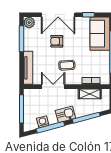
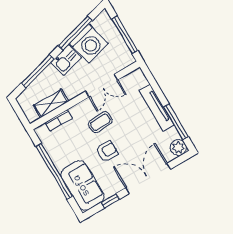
armchair: (57, 41) -> (107, 151), moved
tv unit: (28, 68) -> (156, 108), moved
washing machine: (43, 122) -> (89, 43), width x1.89, depth x1.89

